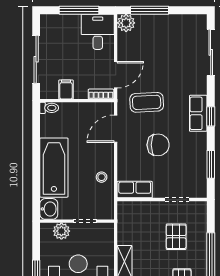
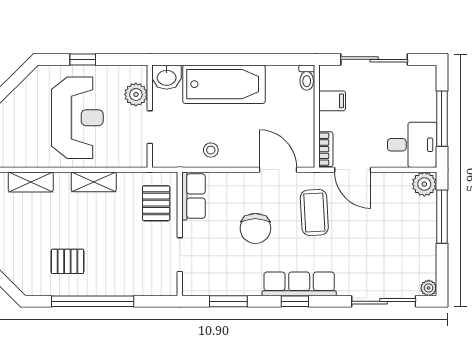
plant: (201, 20) -> (429, 288), added
row of seats: (198, 113) -> (299, 284), width x1.48
pallet: (176, 237) -> (156, 203), moved, turned 90

